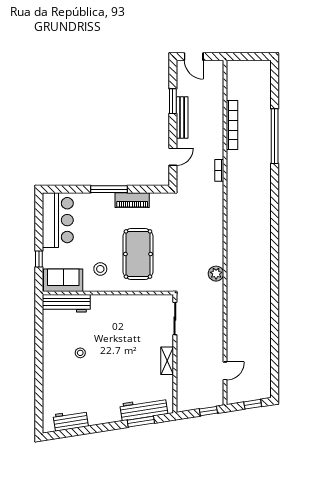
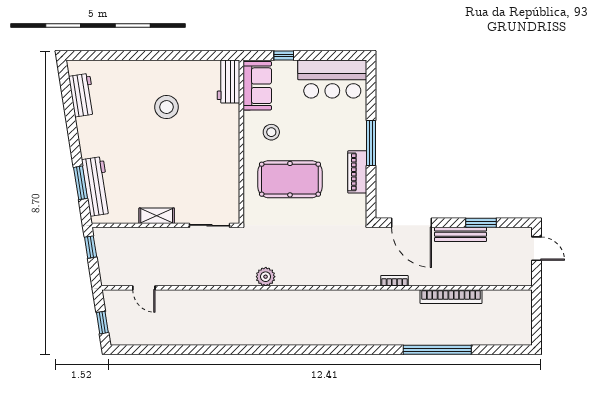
door: (194, 57) -> (536, 249), swing flipped
door: (173, 157) -> (411, 223), width x1.88
workbench: (66, 303) -> (228, 81), width x0.73
stool: (80, 353) -> (166, 107), width x1.89, depth x1.89
window: (208, 411) -> (91, 247), moved

